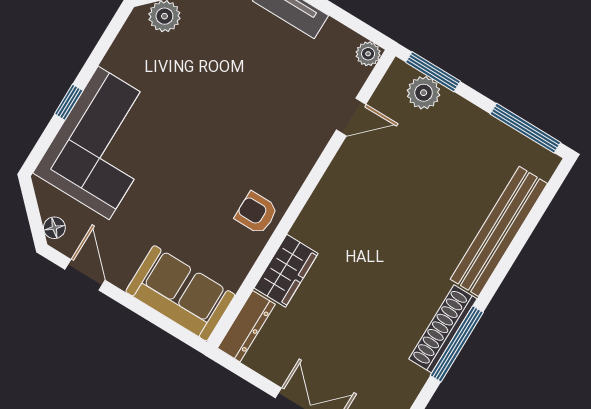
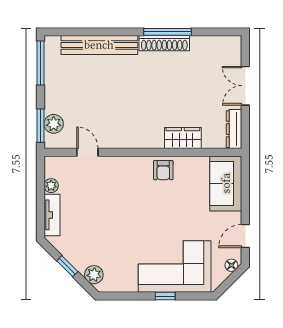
plant: (368, 54) -> (51, 186), moved
dresser: (246, 326) -> (234, 129), moved, turned -90

